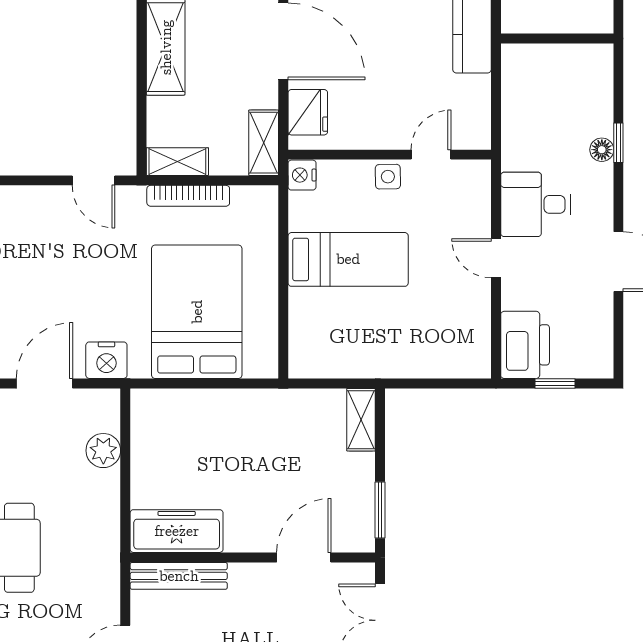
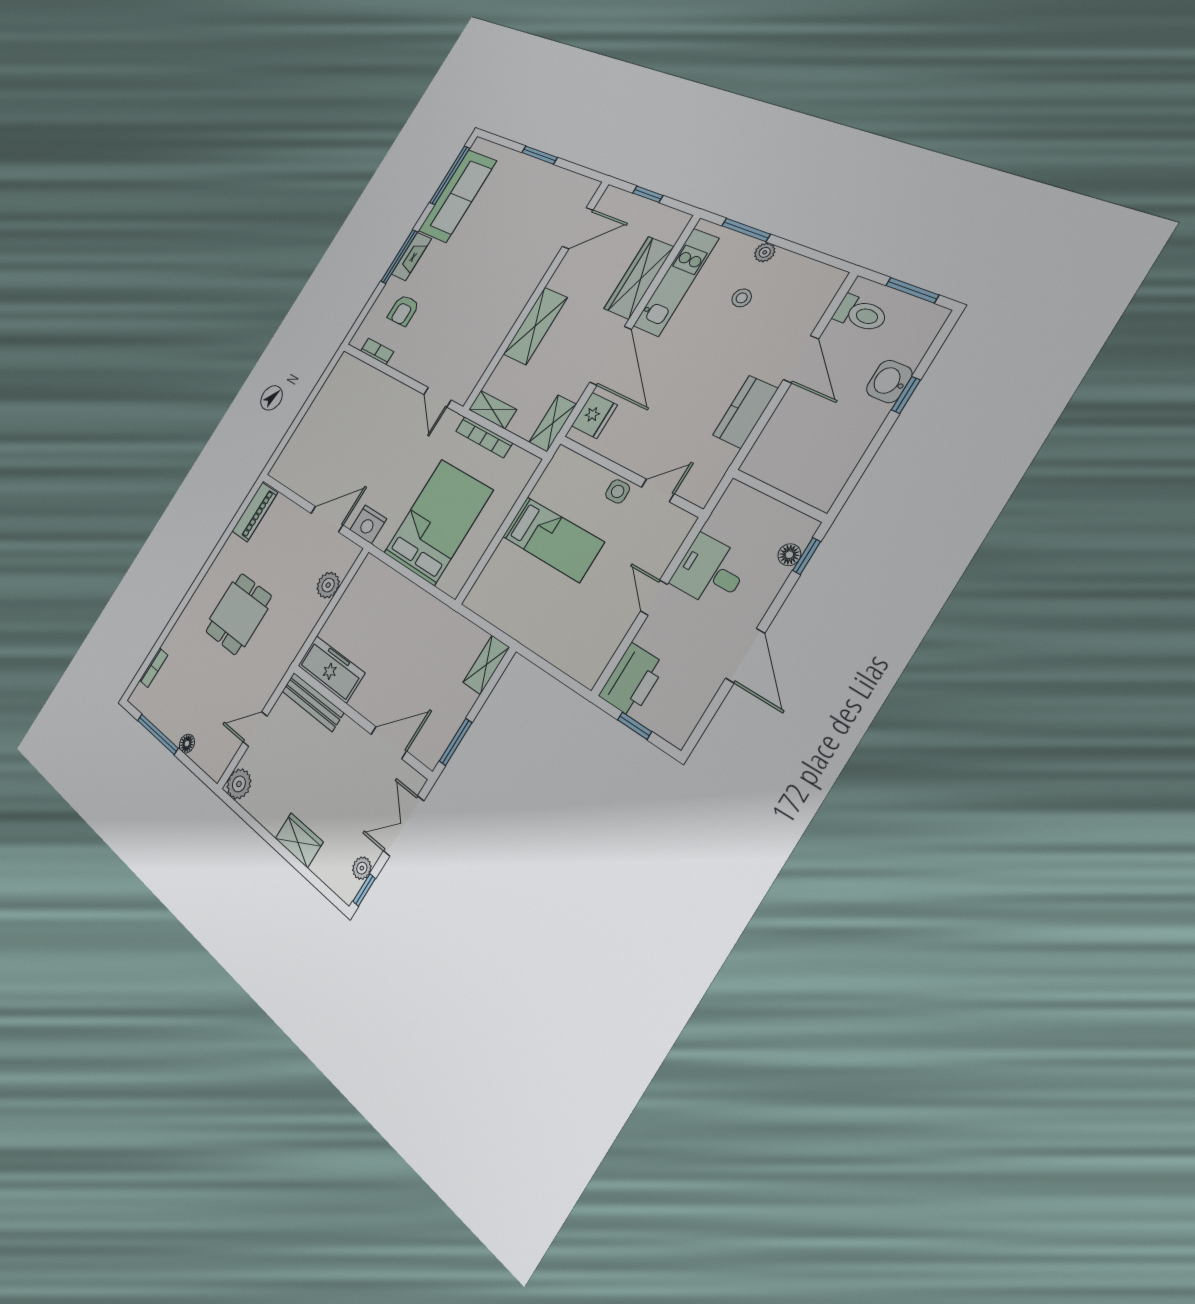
wall: (557, 39) -> (779, 495), moved
nightstand: (302, 175) -> (562, 460), removed

